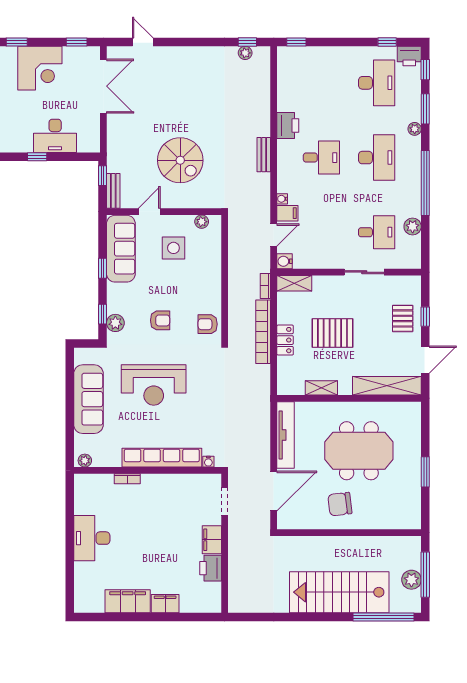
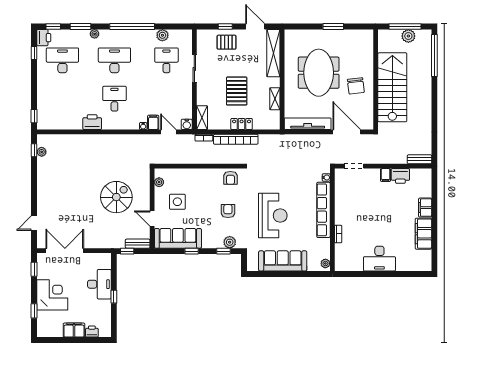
bench: (264, 155) -> (419, 159), moved
filing cabinet: (212, 540) -> (386, 175), width x0.50
stairs: (339, 592) -> (392, 87), moved, turned 180

